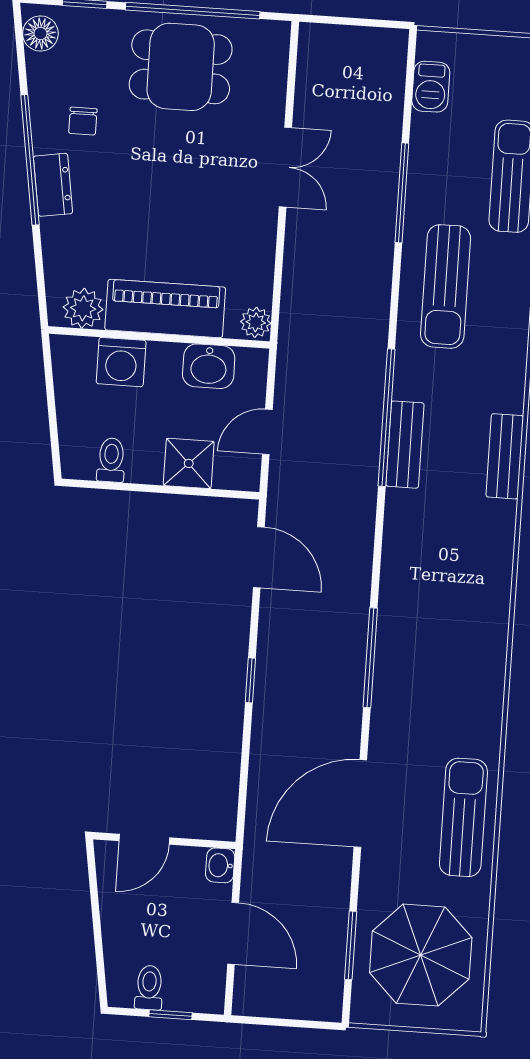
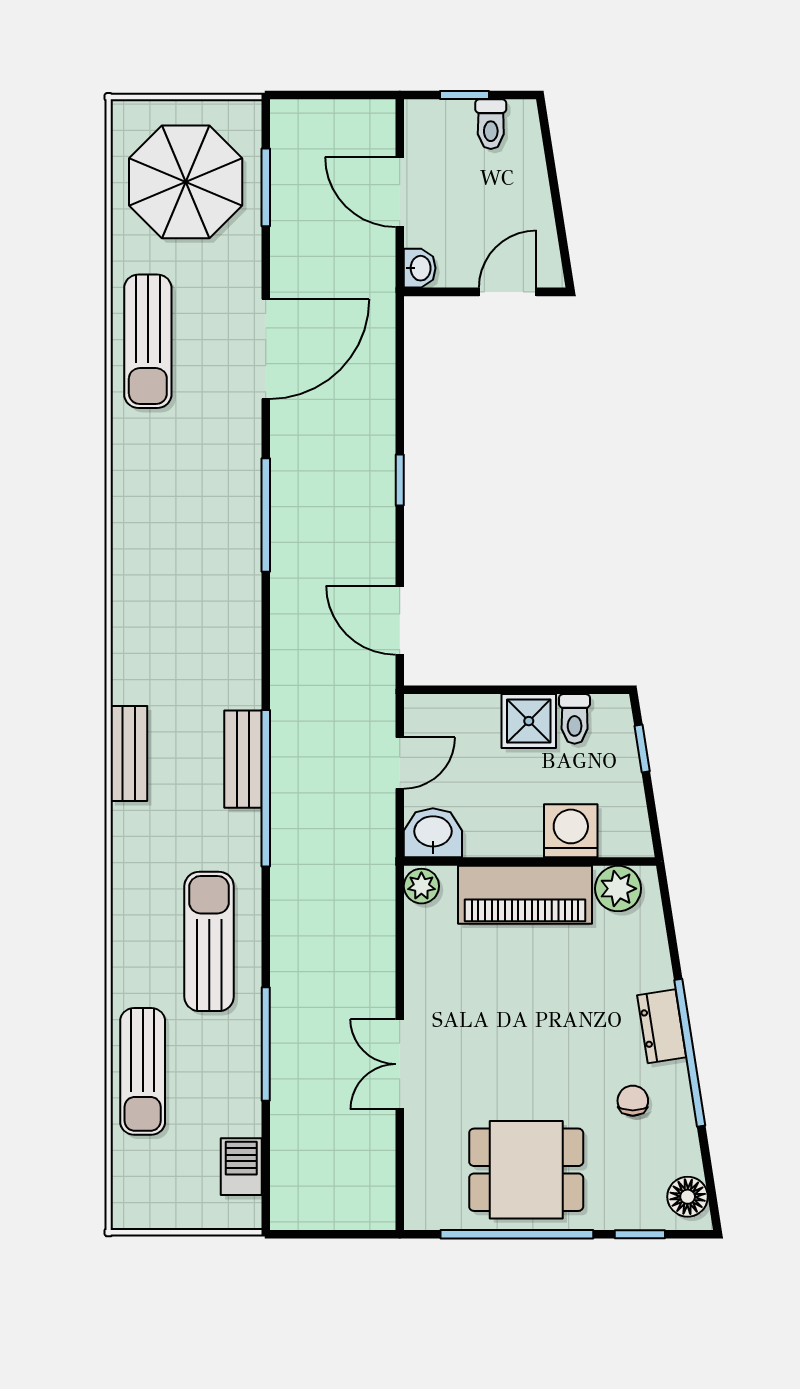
washbasin: (209, 366) -> (433, 833), moved
window: (54, 430) -> (642, 748), added
shower: (189, 463) -> (529, 721), moved

